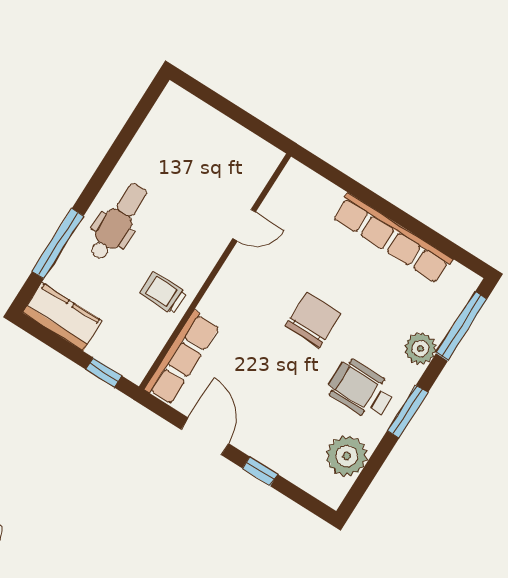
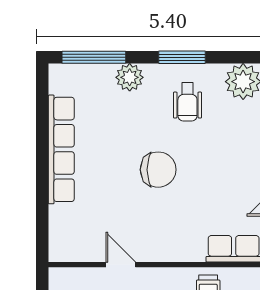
chair: (313, 320) -> (158, 170), turned 180
wheelchair: (361, 390) -> (187, 102), width x0.73, depth x0.73

